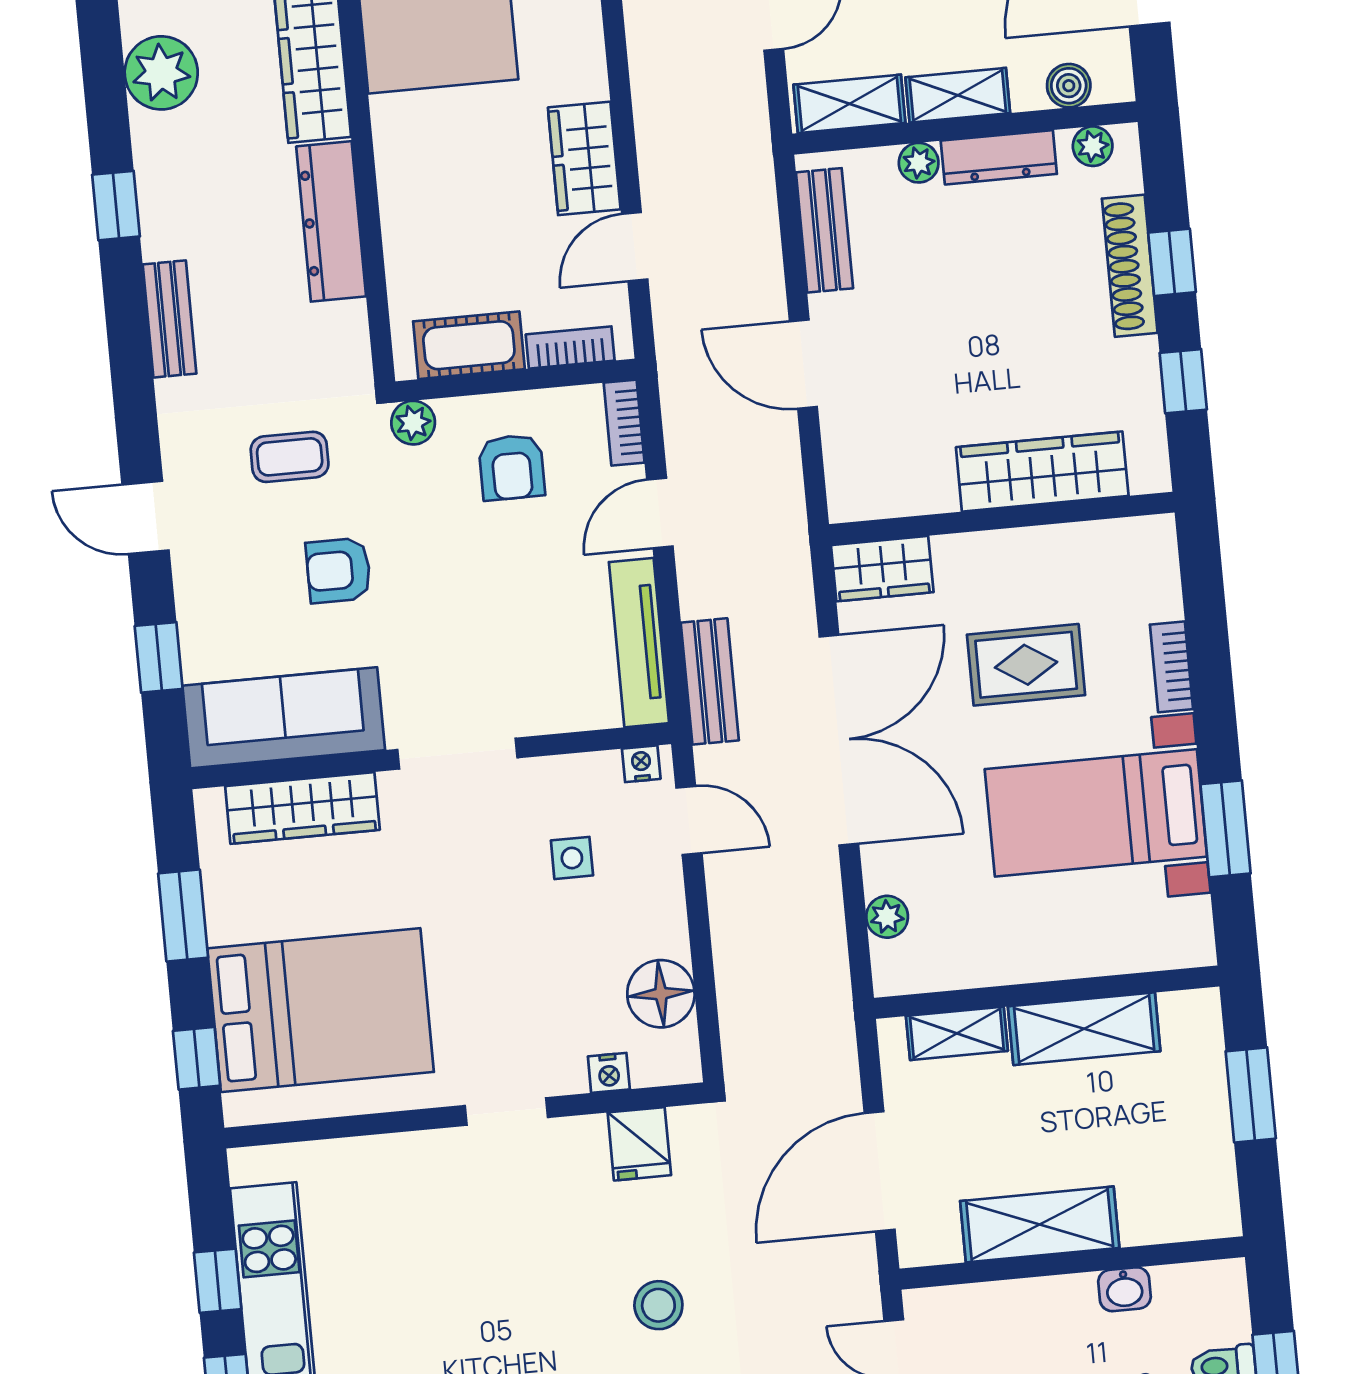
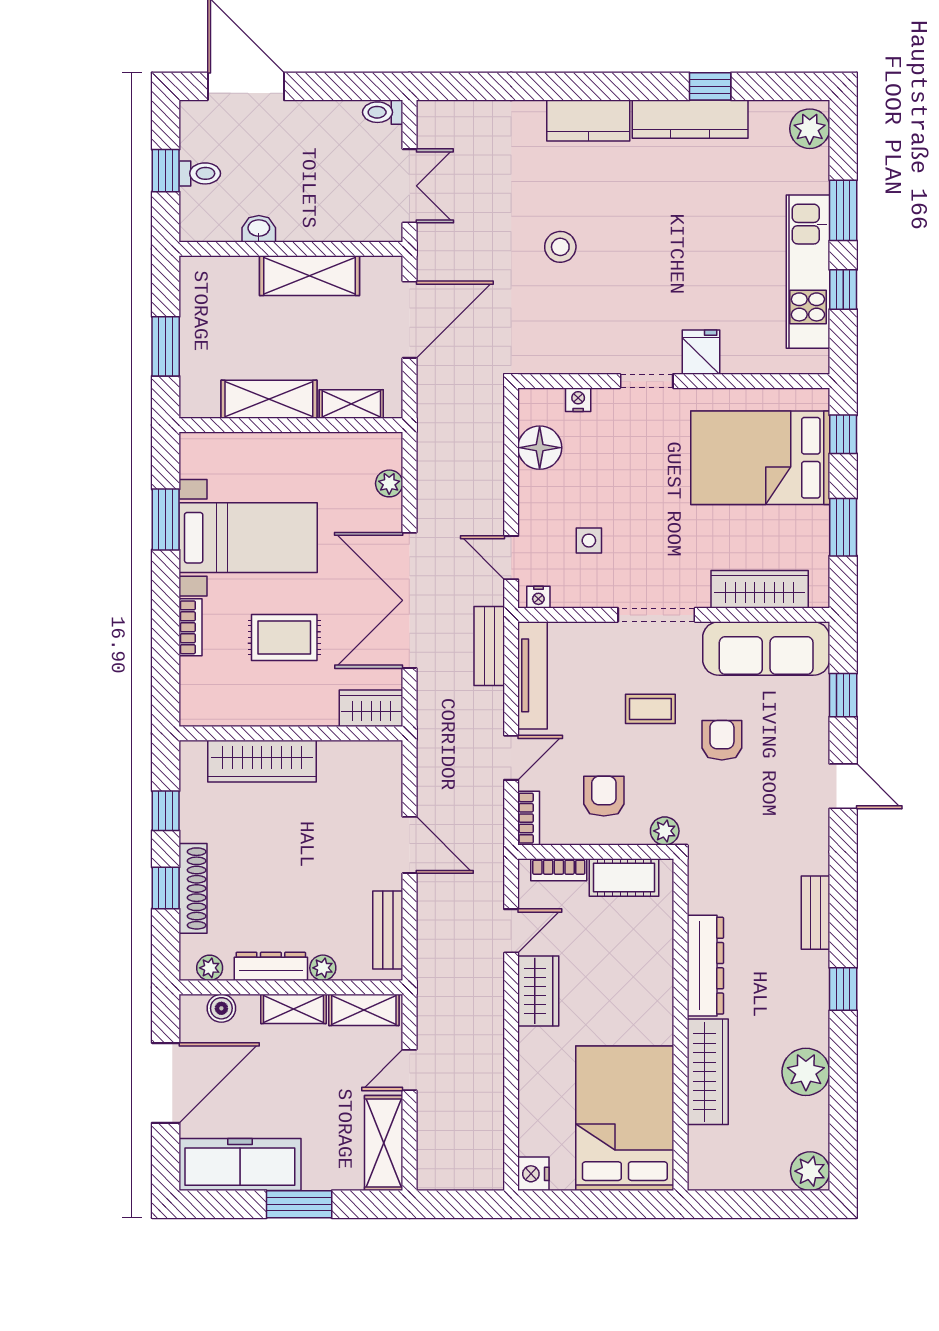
coffee table: (290, 457) -> (650, 709), moved
armchair: (338, 570) -> (722, 740), turned -90
fridge: (639, 1144) -> (701, 352), moved

